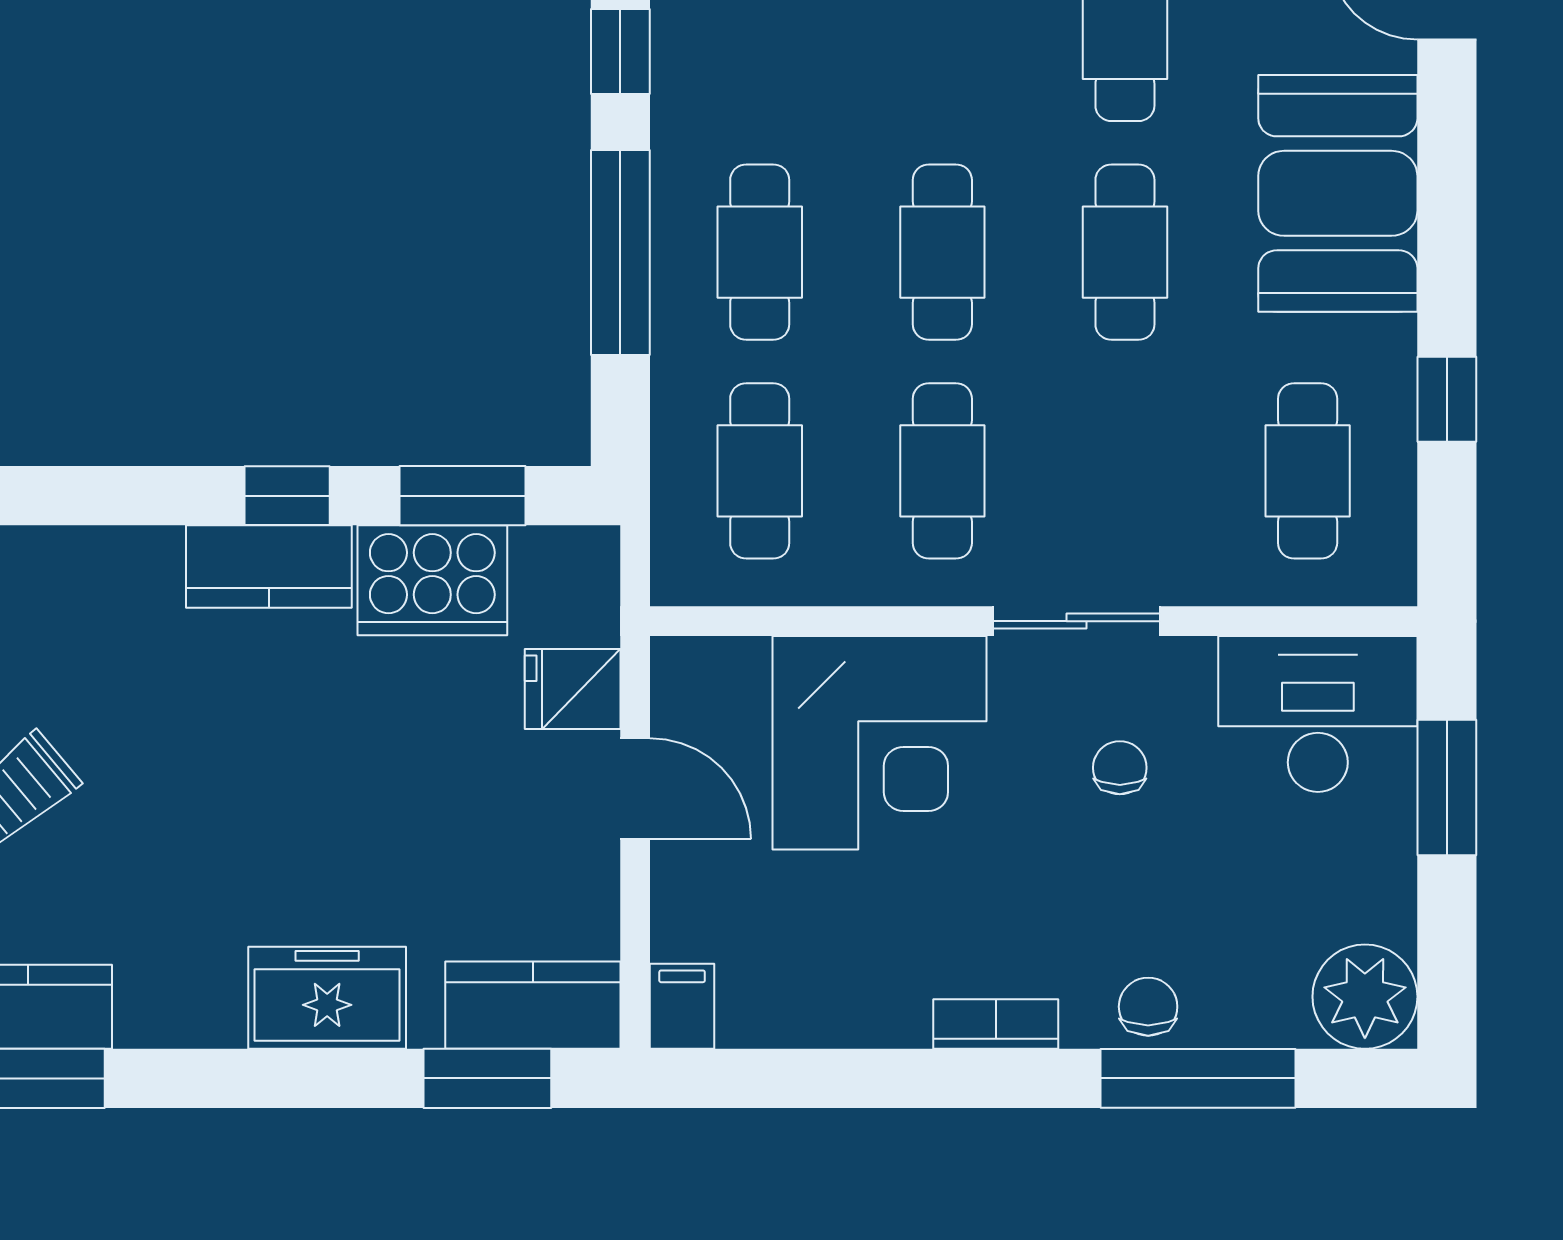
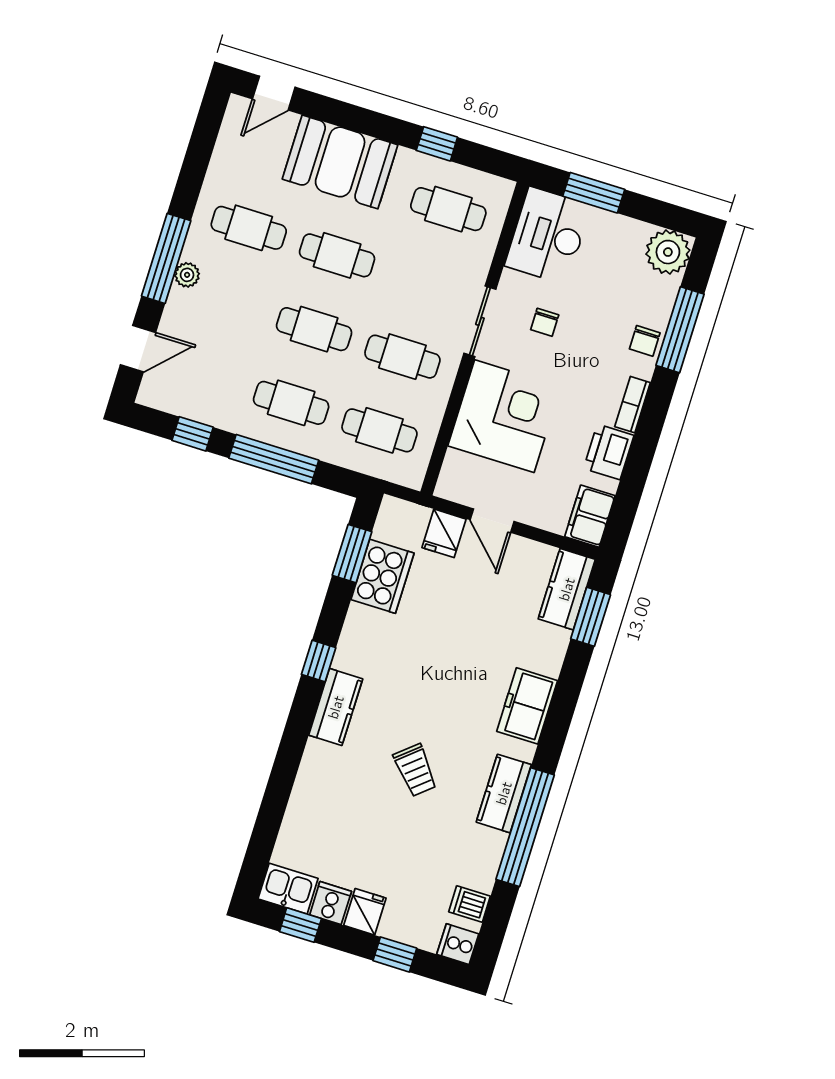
window: (287, 496) -> (319, 661), moved
kitchen counter: (269, 566) -> (336, 707), moved
chair: (1120, 768) -> (545, 322), turned -90
door: (635, 789) -> (492, 521), swing flipped
freezer: (327, 998) -> (527, 706), moved
printer: (872, 1003) -> (609, 452), added
filing cabinet: (682, 1006) -> (590, 516), width x2.00
chair: (1148, 1007) -> (645, 341), turned -90

